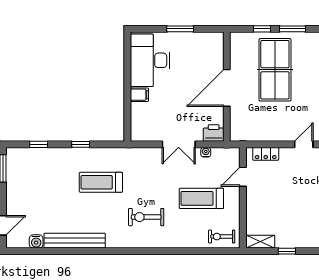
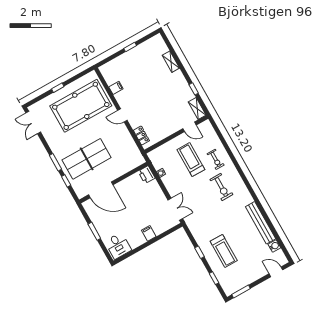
desk: (150, 60) -> (118, 246), width x0.53, depth x0.77
door: (227, 88) -> (101, 190), moved
double door: (179, 144) -> (175, 209), moved
door: (243, 177) -> (190, 127), moved
treadmill: (101, 182) -> (224, 251), moved
treadmill: (201, 198) -> (191, 160), turned 180
exercise bike: (222, 237) -> (216, 159), moved

